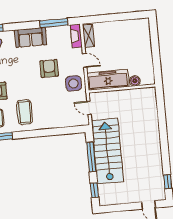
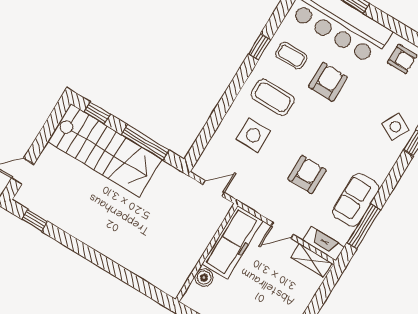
sofa: (31, 37) -> (356, 200), moved
armchair: (49, 68) -> (307, 175), turned -90
side table: (73, 83) -> (253, 135), moved
stairs: (107, 151) -> (105, 150), moved

